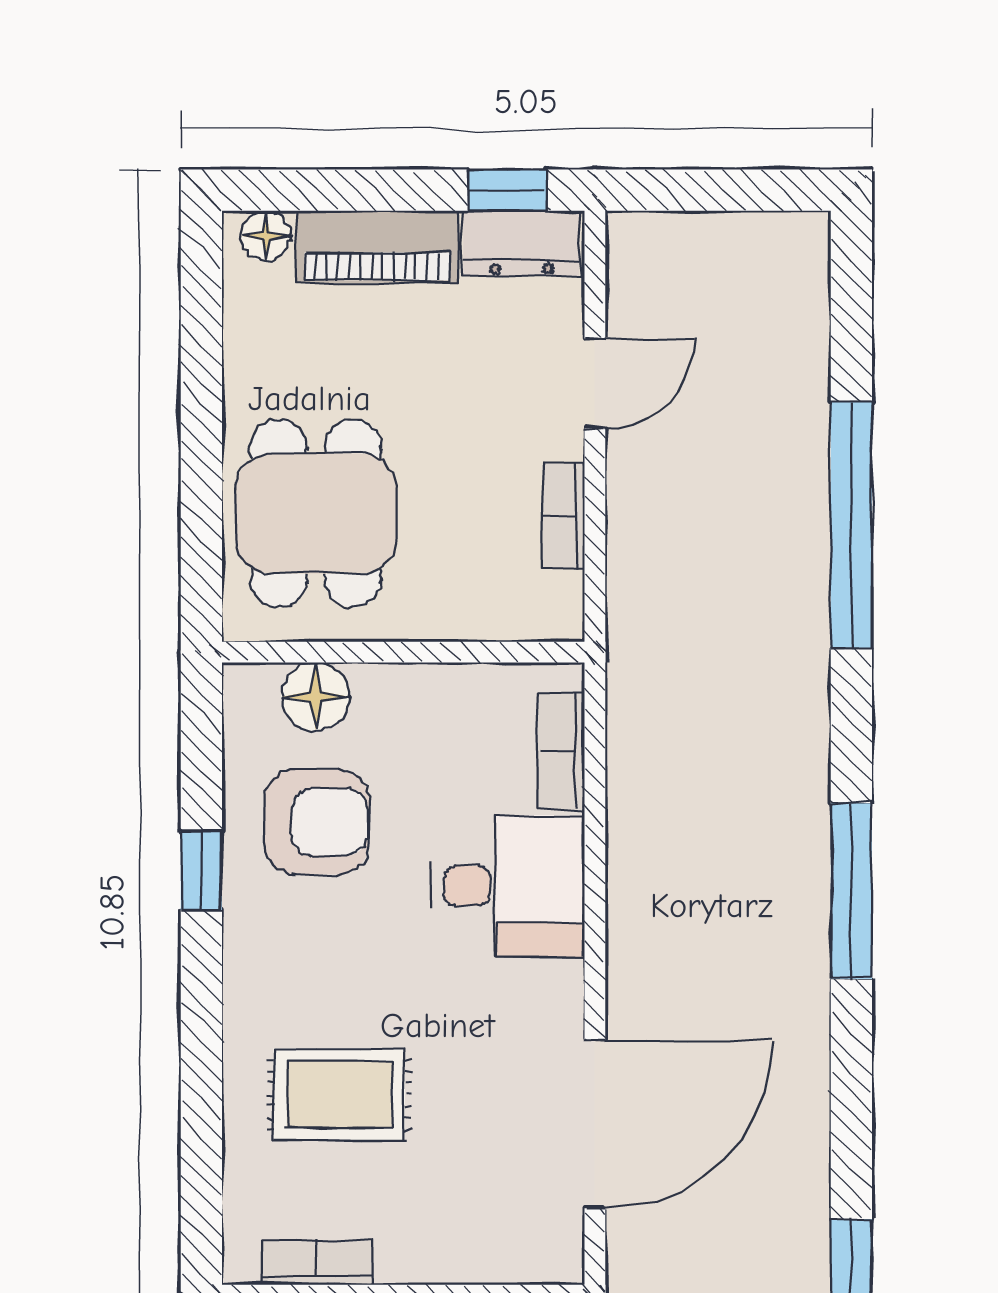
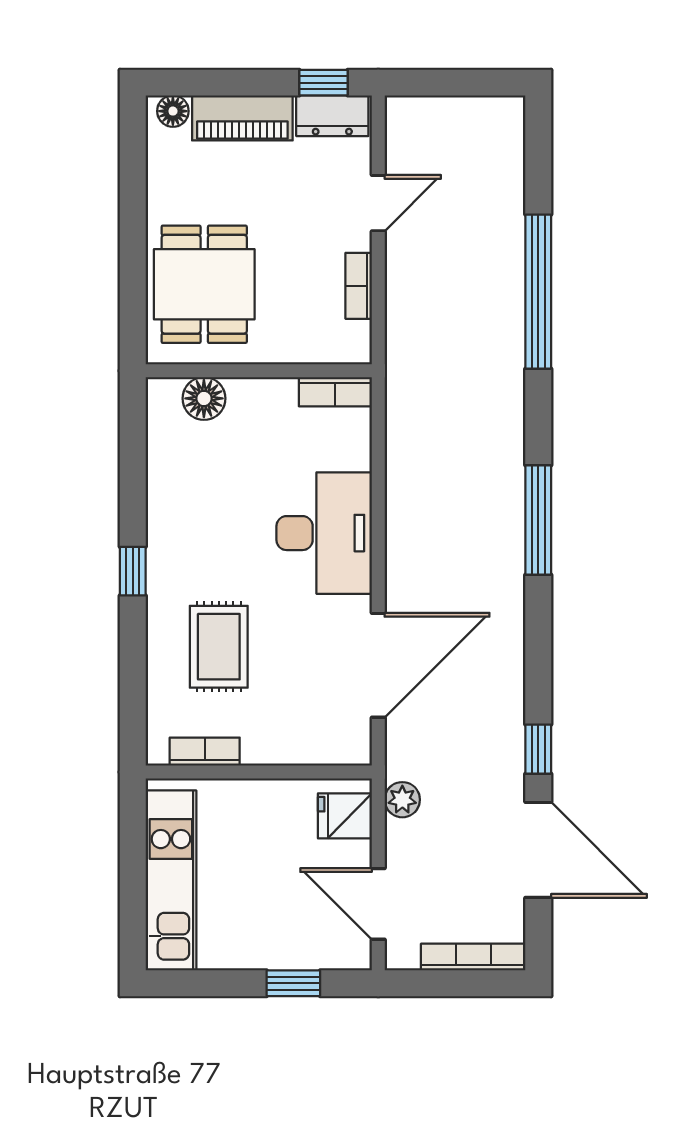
bookcase: (561, 751) -> (335, 392), moved, turned -90
armchair: (317, 822) -> (205, 477), removed
window: (201, 871) -> (133, 571), moved
desk: (508, 886) -> (324, 533), width x1.37
rug: (339, 1094) -> (219, 647), turned 90

